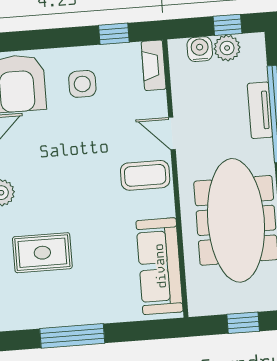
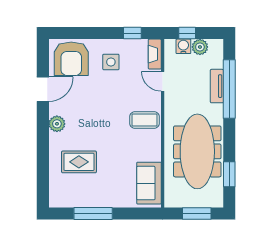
window: (228, 25) -> (187, 33), moved
door: (172, 133) -> (163, 81), moved
sofa: (160, 266) -> (149, 183), width x0.73
window: (243, 323) -> (197, 214), width x1.50

